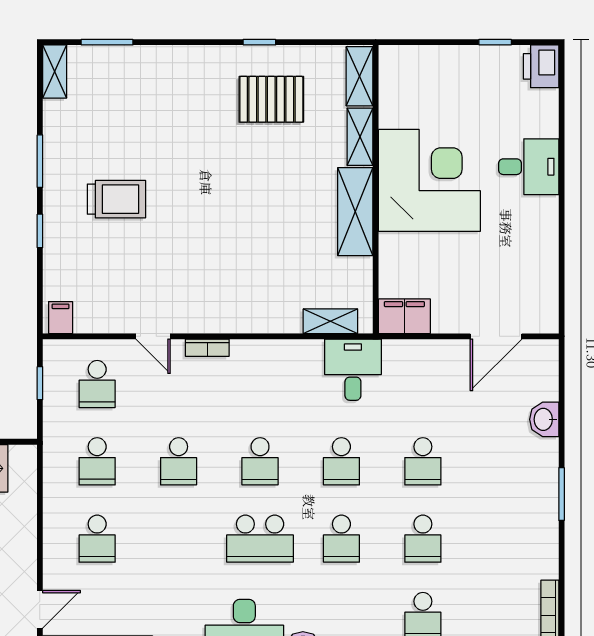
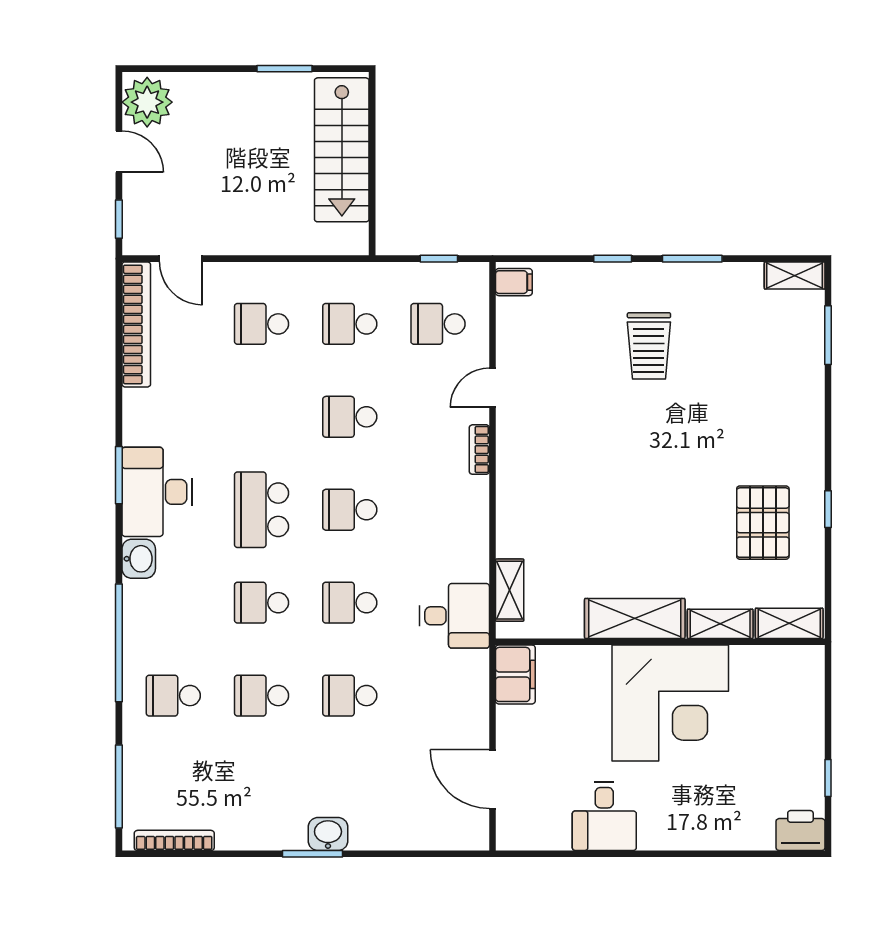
desk: (529, 167) -> (604, 816), moved
washbasin: (544, 419) -> (328, 834), moved

